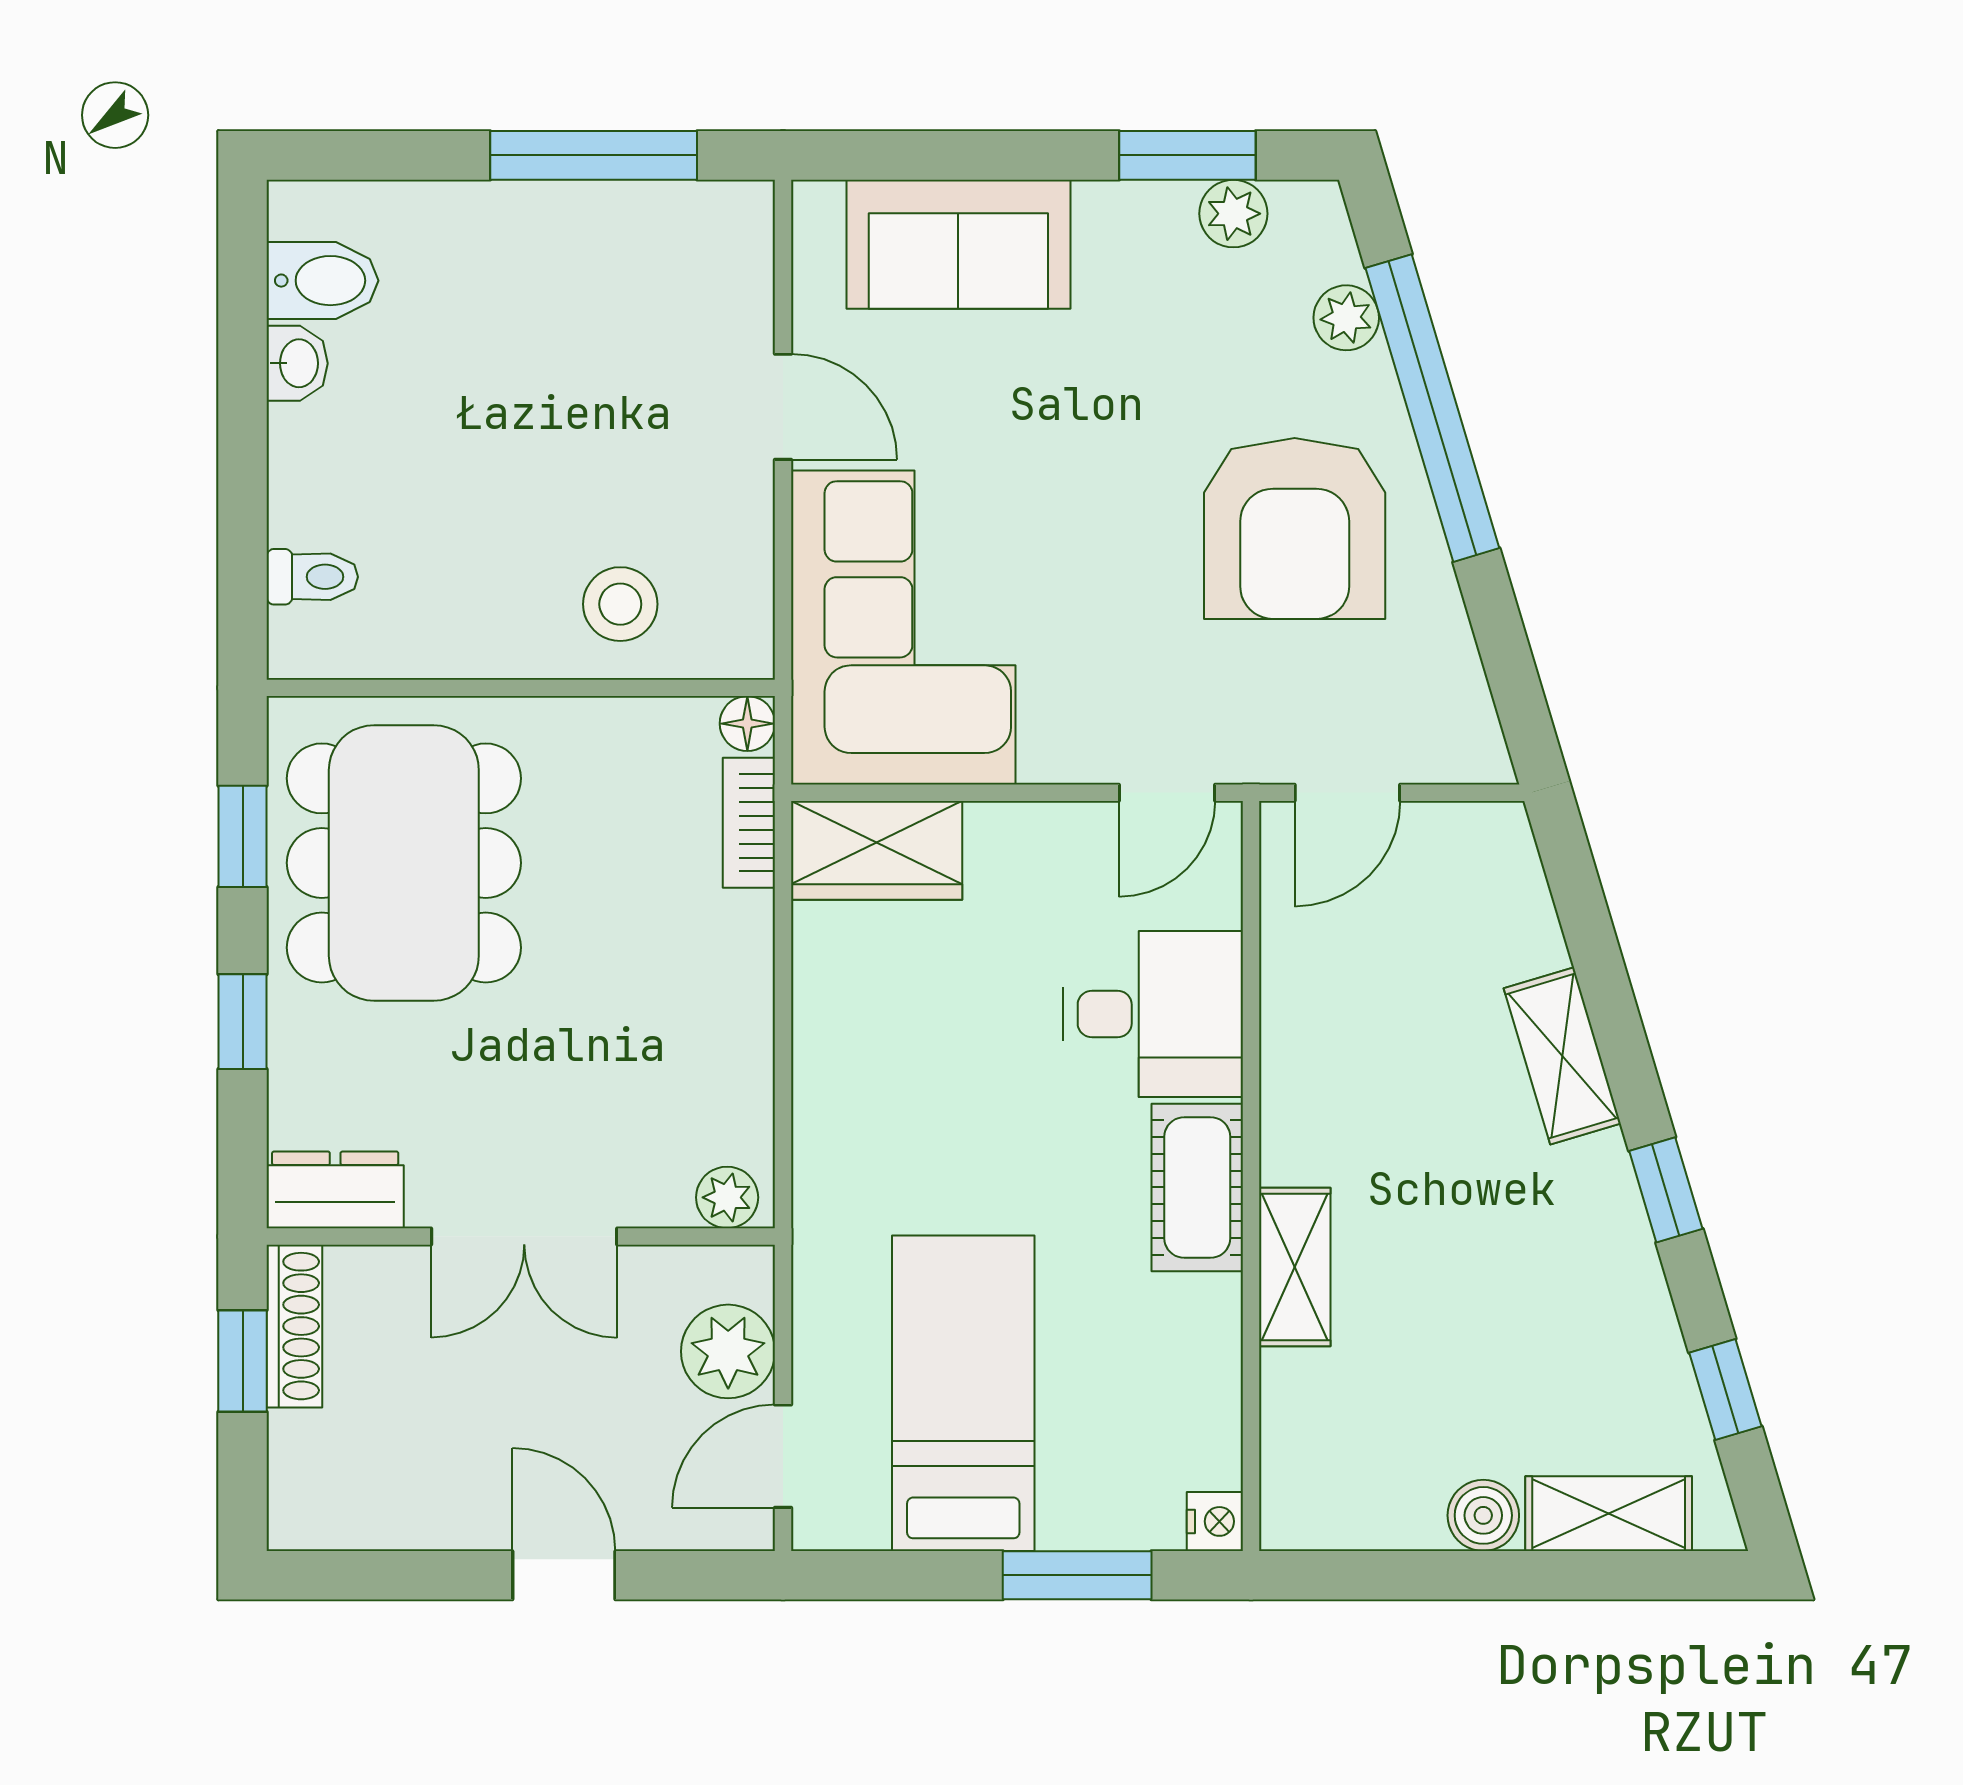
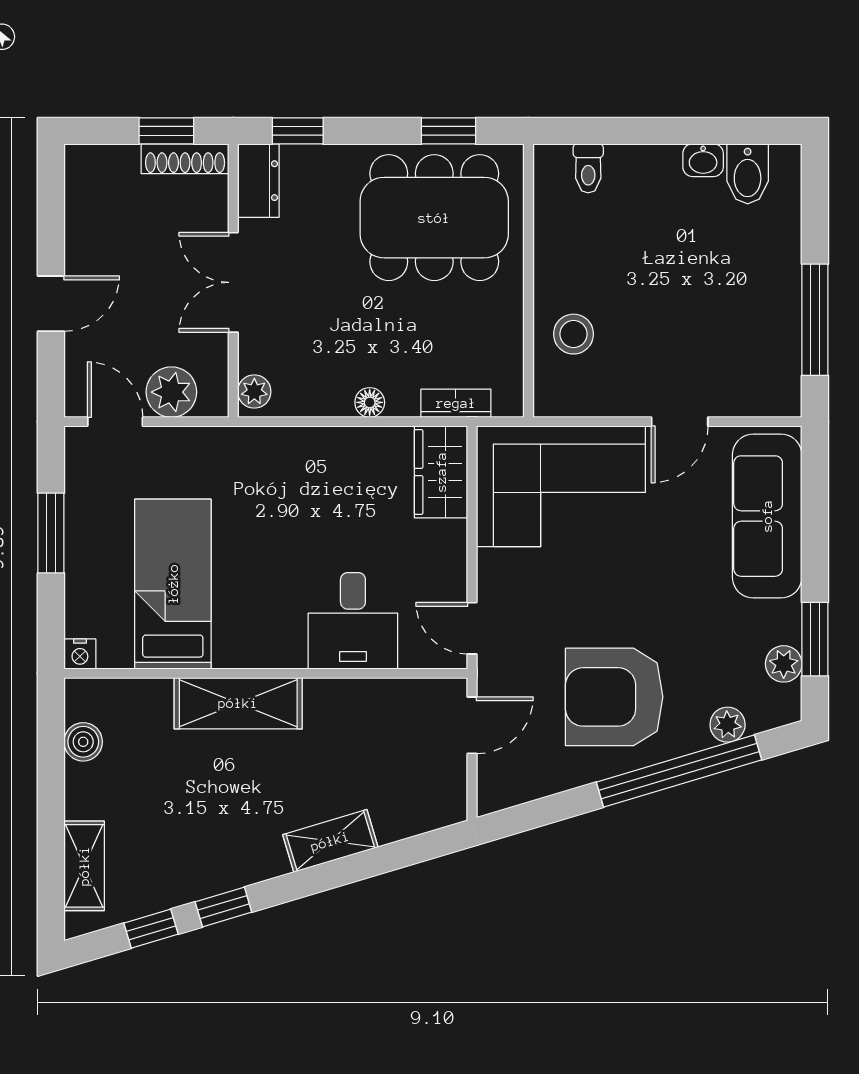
sofa: (958, 244) -> (767, 516), width x1.36
floor lamp: (747, 724) -> (370, 402), moved
door: (1347, 793) -> (472, 725), swing flipped
window: (243, 1022) -> (298, 131), moved
cot: (1197, 1187) -> (260, 645), removed
window: (1666, 1190) -> (223, 907), moved
shelving: (1295, 1267) -> (238, 703), width x1.50, depth x1.33
bed: (963, 1393) -> (173, 584), moved, turned -90
boiler: (1483, 1515) -> (83, 742), moved
window: (1077, 1575) -> (51, 533), moved

